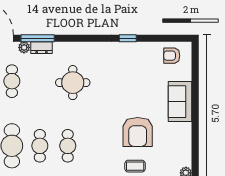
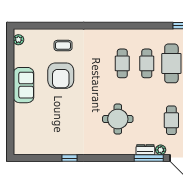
armchair: (172, 56) -> (31, 143), removed
sofa: (180, 102) -> (23, 85), moved
armchair: (138, 132) -> (61, 76), turned 180

